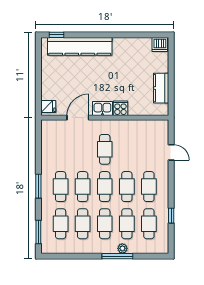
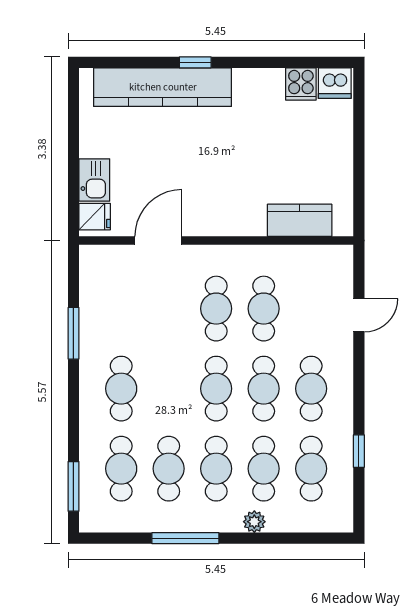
window: (57, 35) -> (195, 62), moved
kitchen counter: (161, 88) -> (300, 220), moved, turned 90
cooker: (120, 108) -> (301, 84), moved, turned 180
kitchen sink: (102, 109) -> (94, 180), moved, turned 90
door: (171, 152) -> (359, 315), hinge flipped
window: (38, 186) -> (73, 333), moved
cafe table: (83, 187) -> (264, 309), moved
window: (117, 256) -> (185, 538), moved

